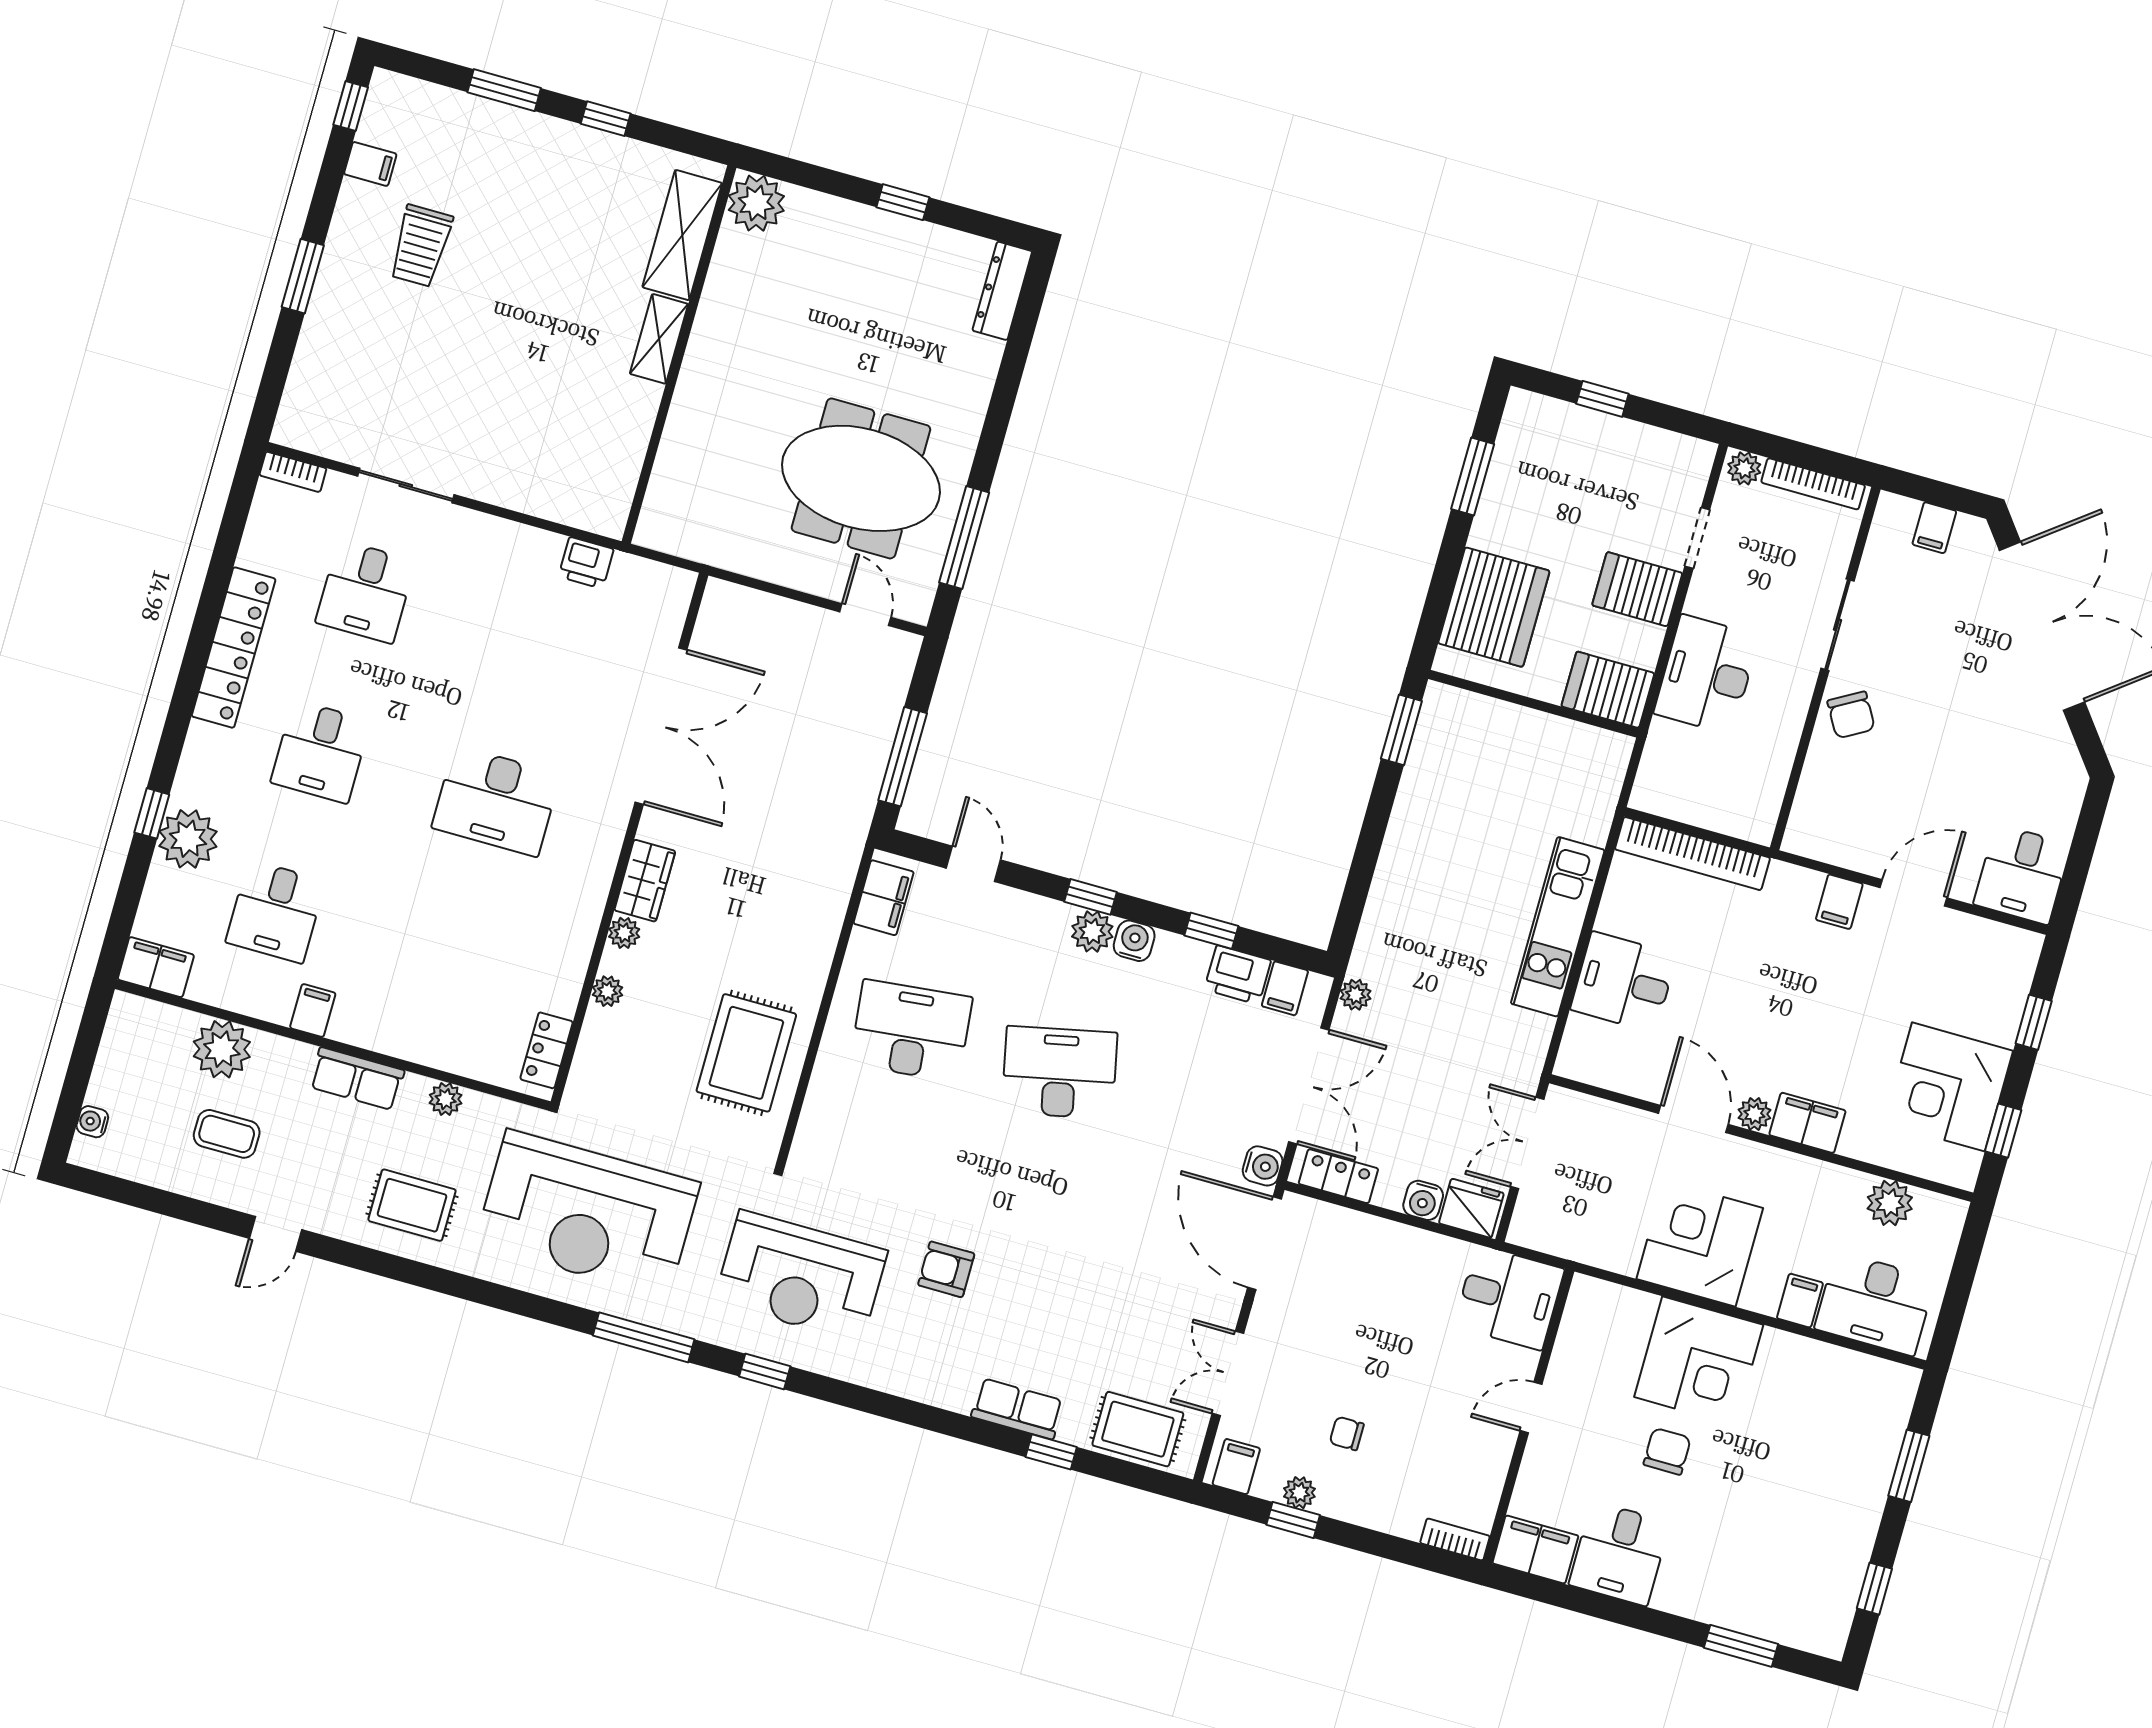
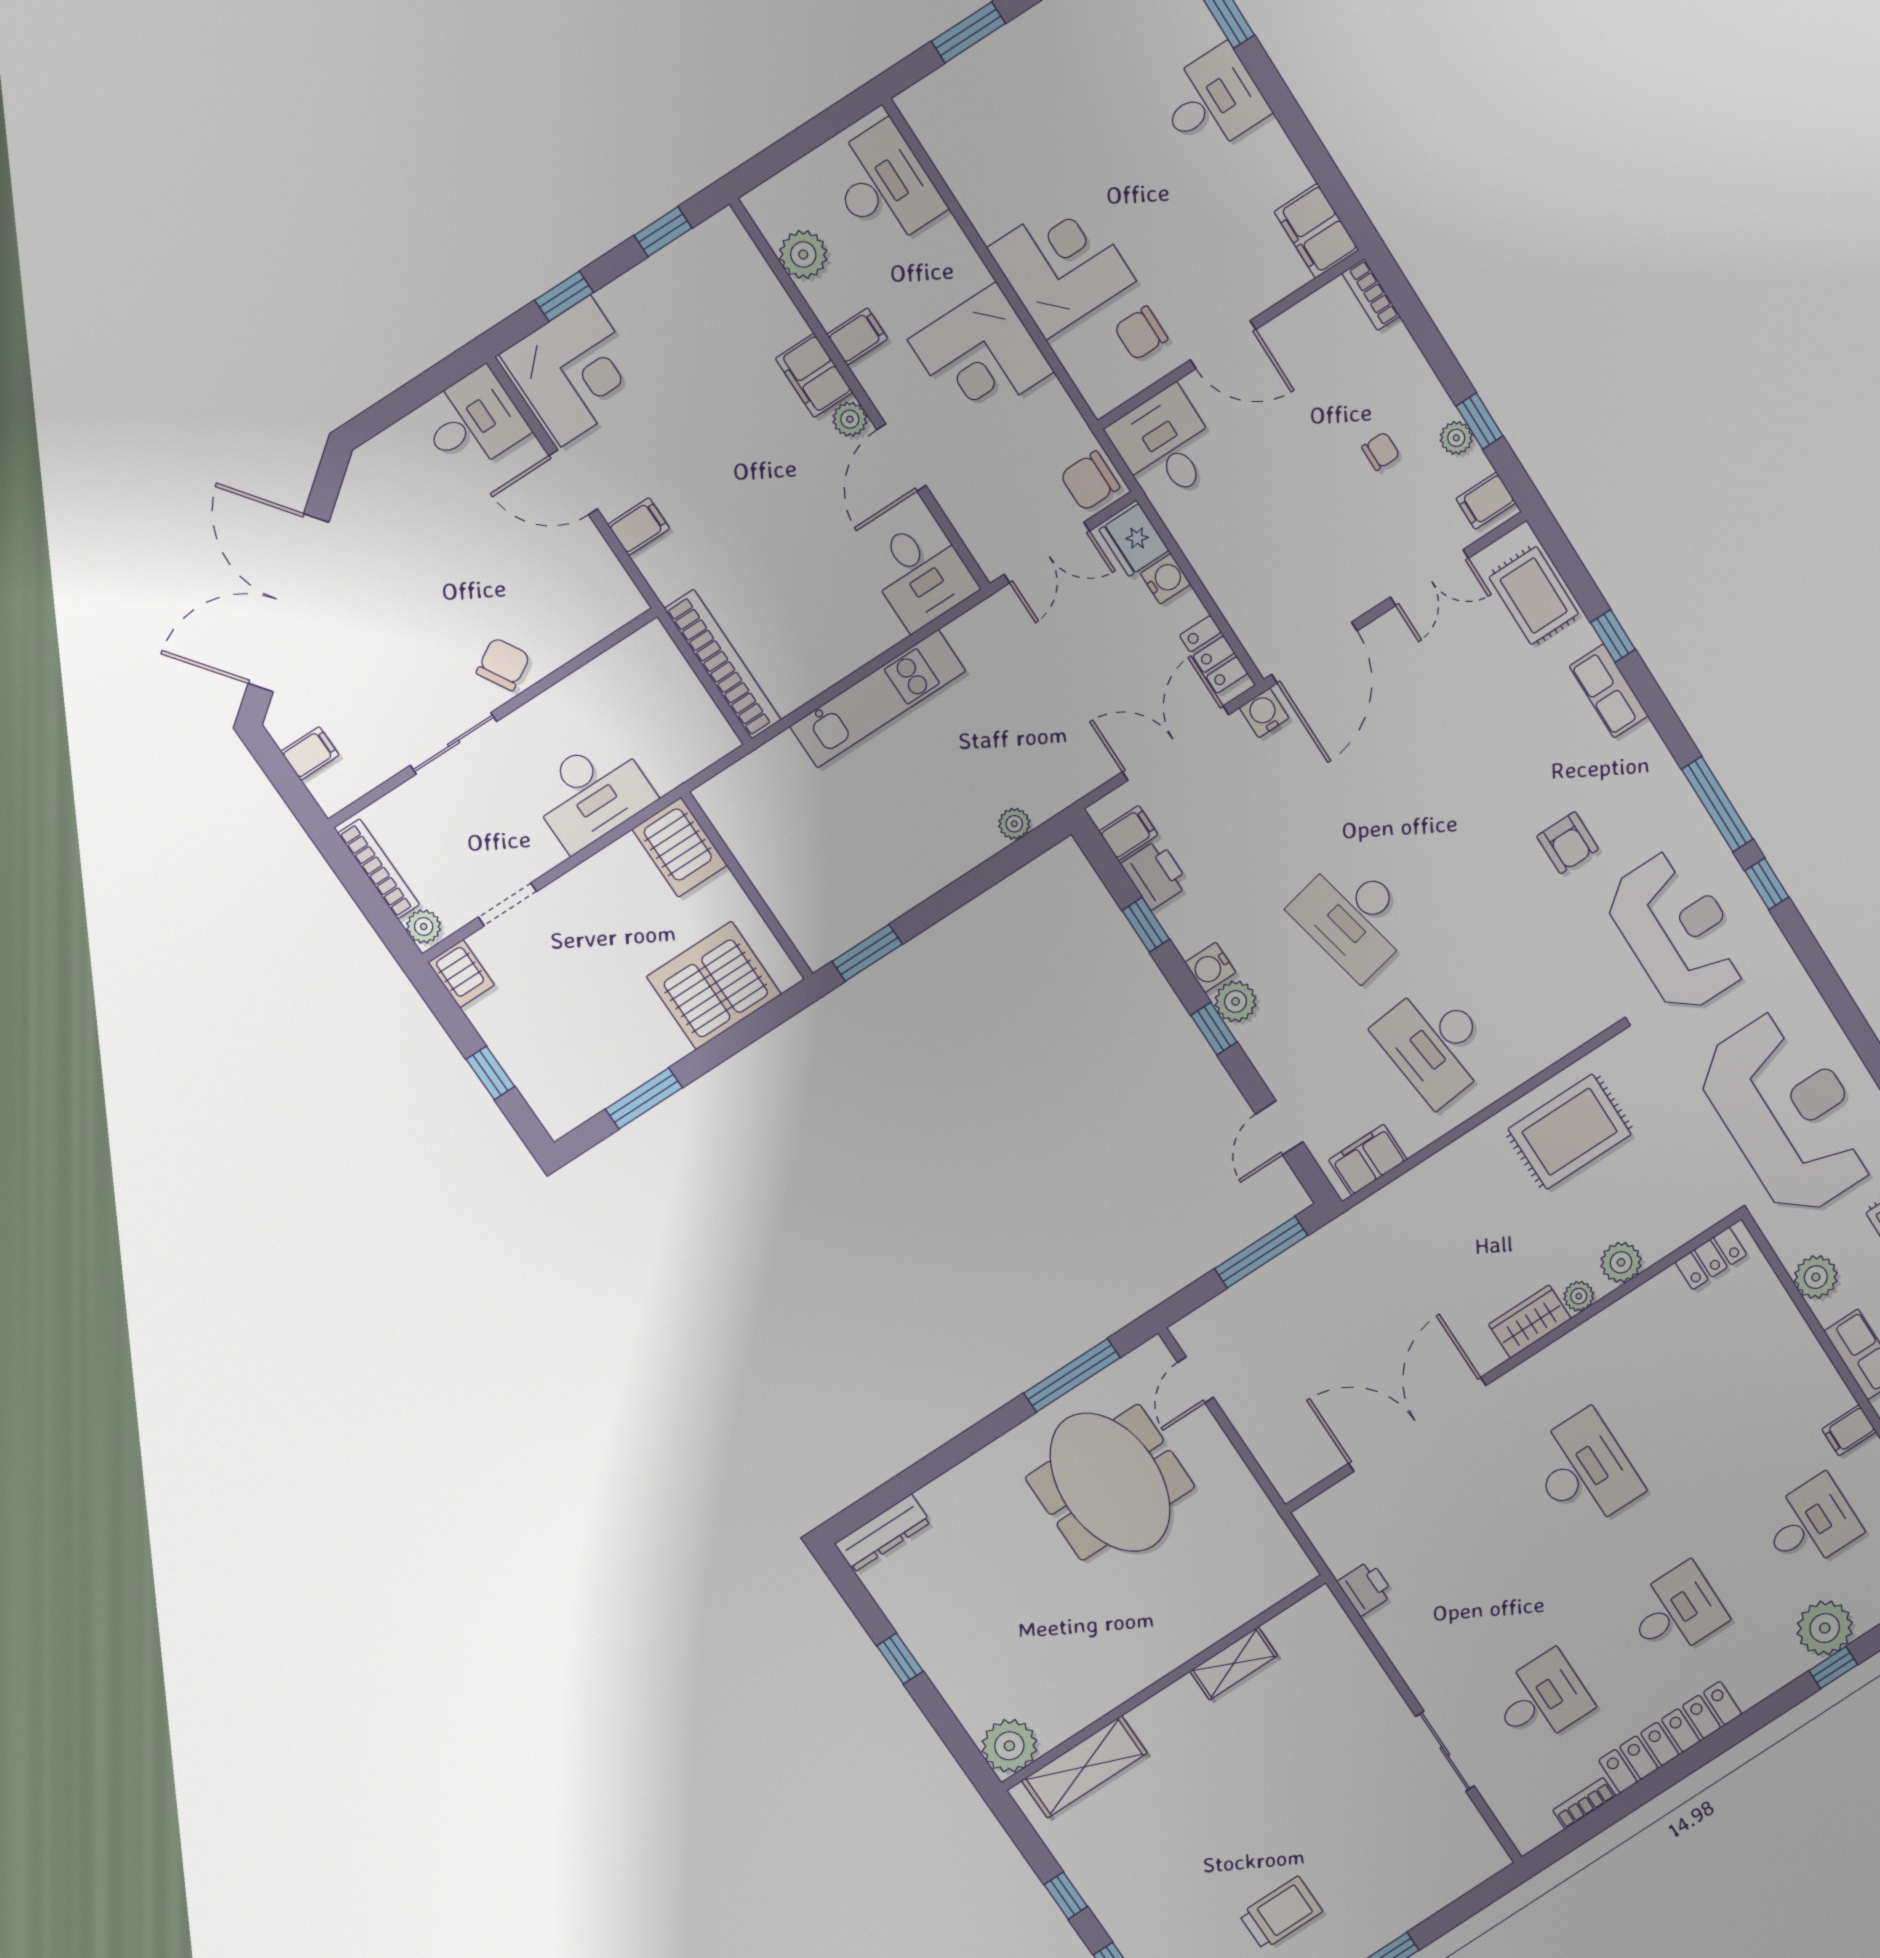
shelving: (659, 339) -> (1234, 1663), moved
bookcase: (293, 472) -> (1584, 1803), moved, turned -90
server rack: (1637, 589) -> (461, 974), moved, width x0.73, depth x0.70
desk: (1624, 982) -> (921, 574), moved
plant: (608, 991) -> (1621, 1262), width x1.38, depth x1.38
plant: (1356, 995) -> (1014, 824), moved
corner desk: (1949, 1087) -> (576, 371), moved
plant: (446, 1099) -> (1816, 1277), width x1.38, depth x1.38
chair: (1541, 1223) -> (1090, 481), added
filing cabinet: (1800, 1301) -> (857, 336), moved, turned 180
window: (644, 1337) -> (1717, 804), moved
door: (1531, 1408) -> (1223, 345), width x1.38
chair: (1347, 1433) -> (1381, 451), turned -90
chair: (1667, 1451) -> (1141, 333), moved
desk: (1619, 1553) -> (1212, 101), moved

